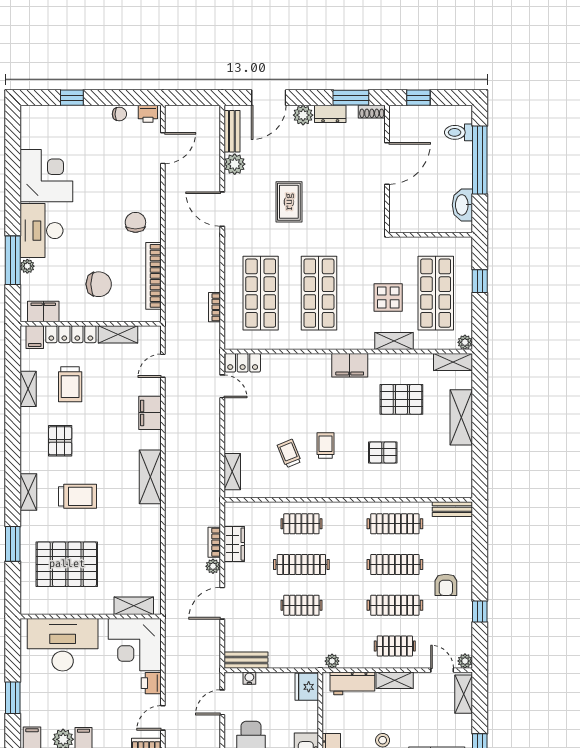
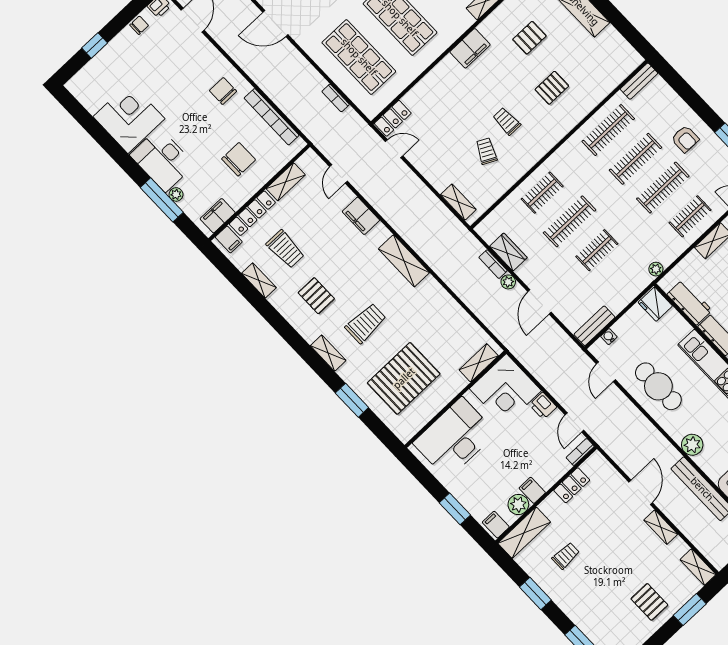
pallet: (401, 399) -> (529, 38), width x0.67, depth x0.71
trolley: (289, 453) -> (486, 151), turned 49
workbench: (352, 683) -> (690, 302), moved, turned -90

